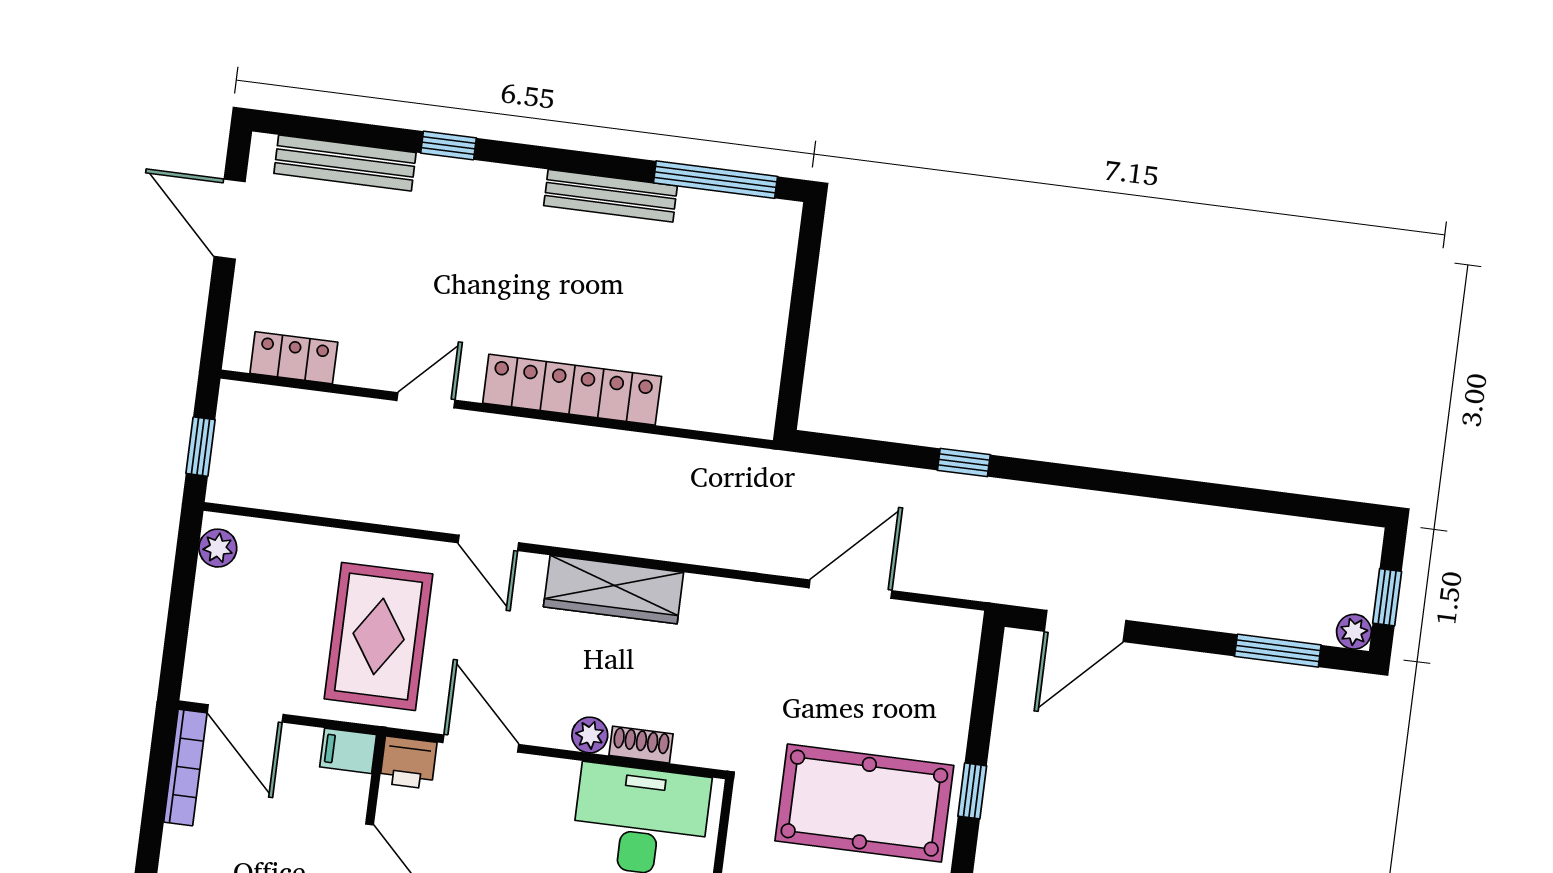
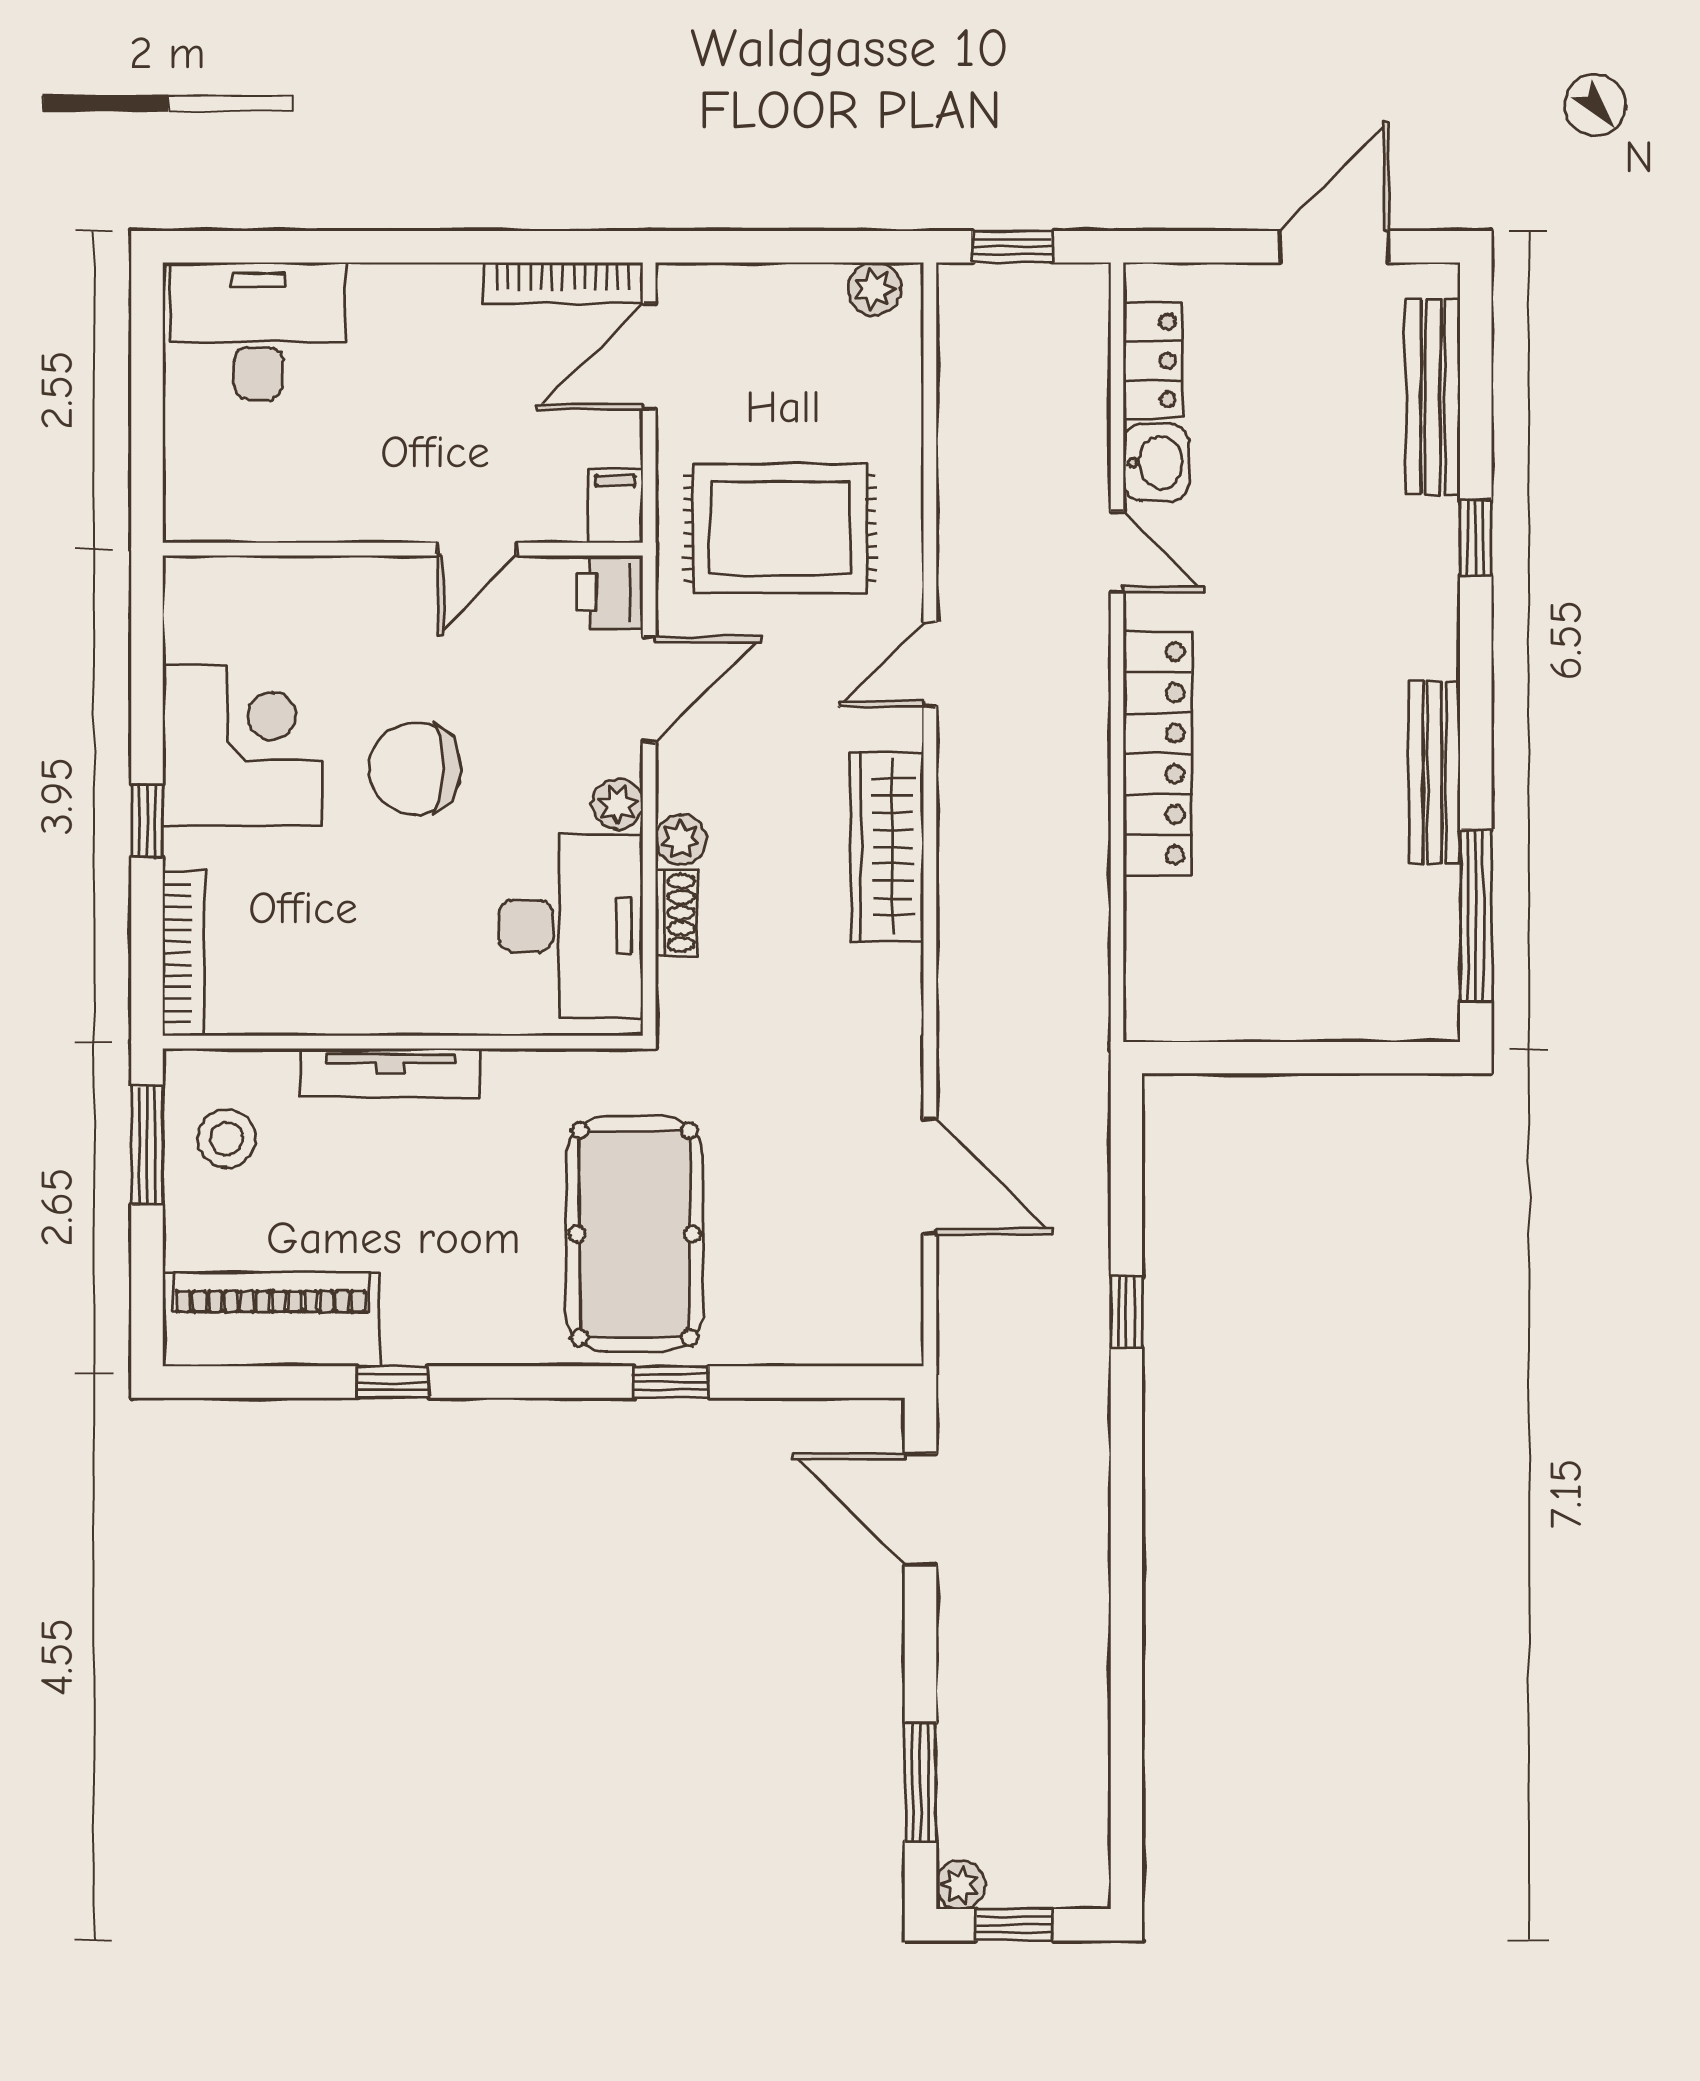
washbasin: (366, 365) -> (1156, 463), added
plant: (559, 776) -> (618, 804), added

